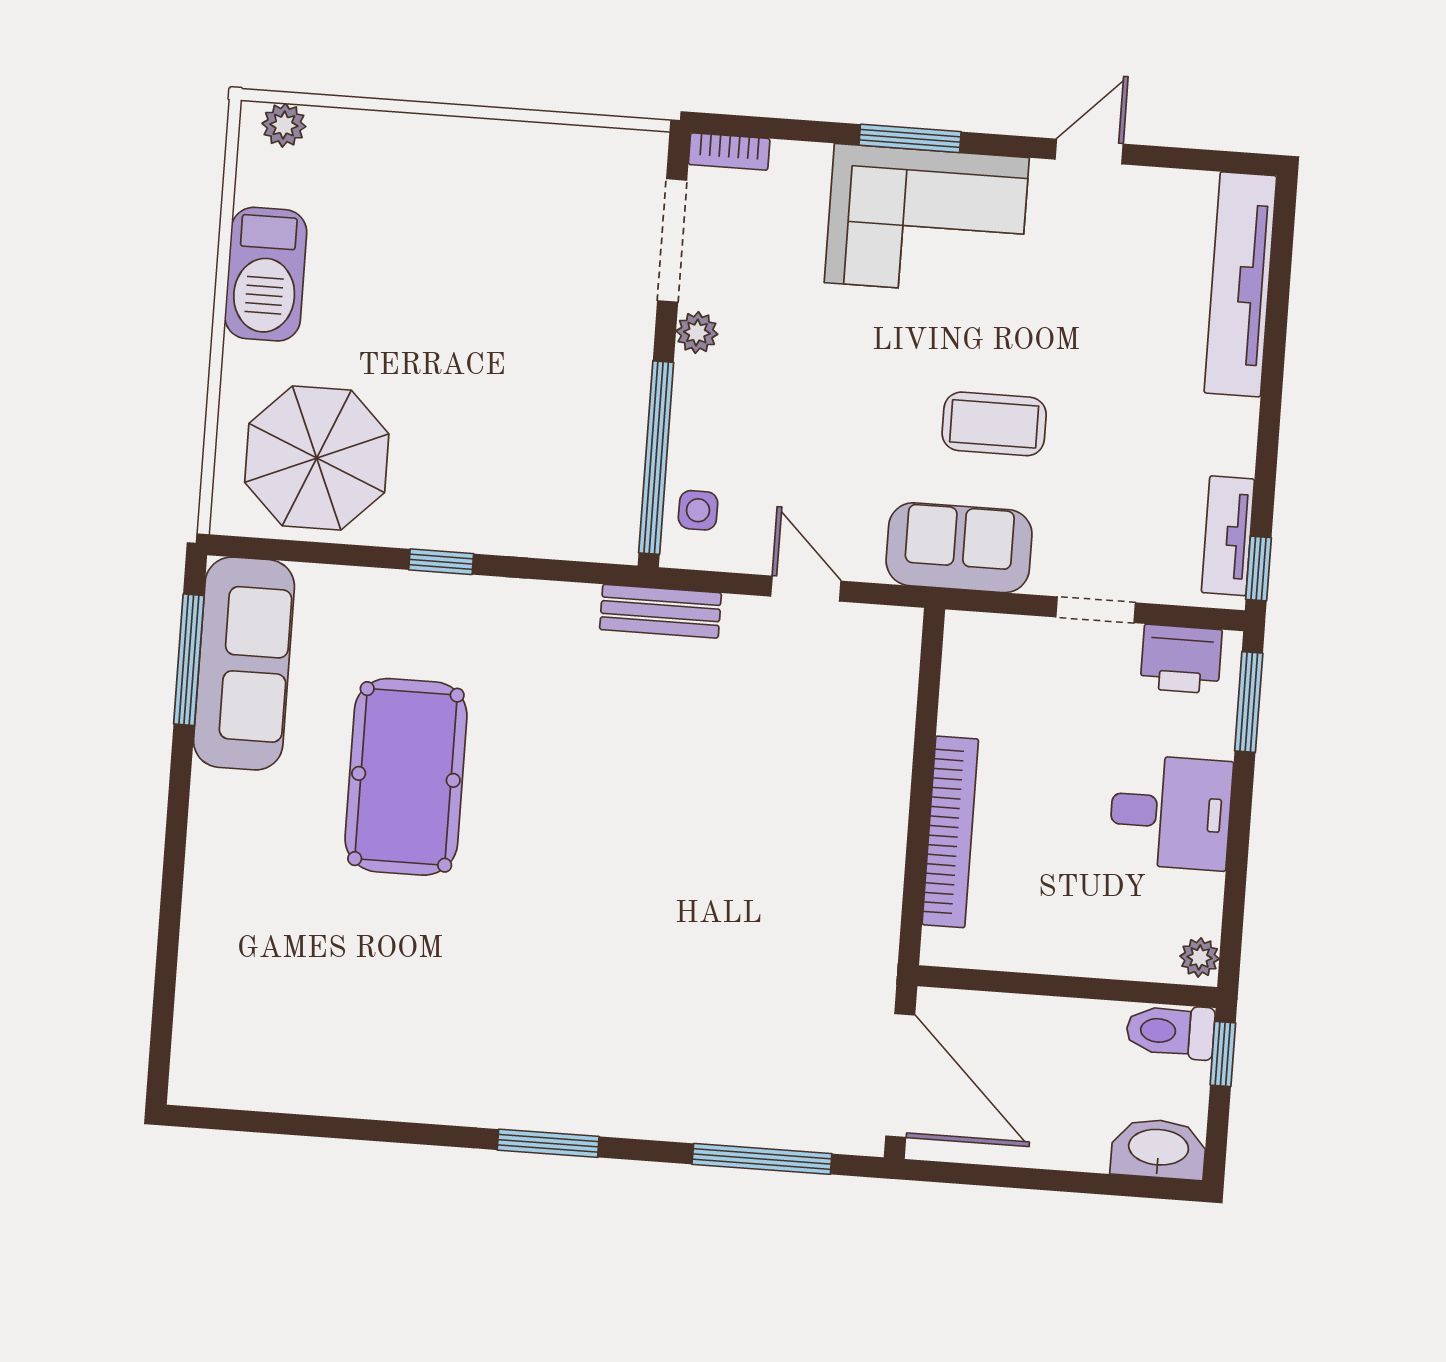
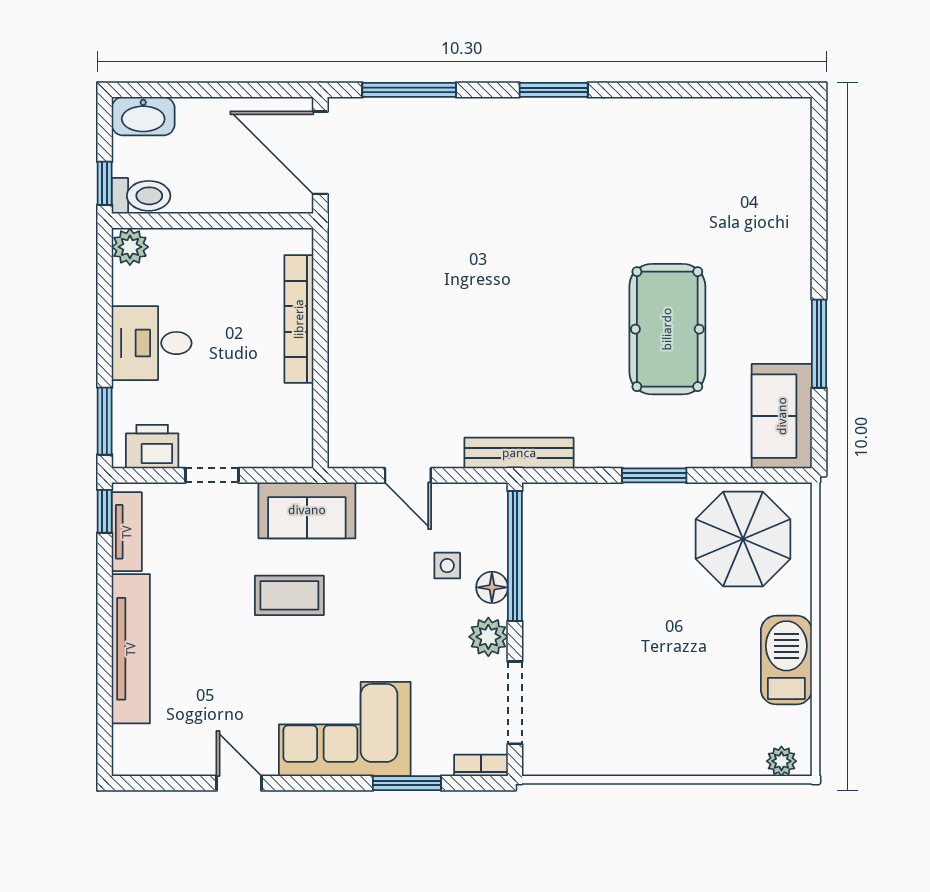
window: (910, 138) -> (407, 783), moved
door: (1089, 152) -> (239, 783), swing flipped
tv unit: (1240, 284) -> (131, 649), moved
plant: (697, 333) -> (488, 637), width x1.38, depth x1.38
floor lamp: (693, 414) -> (492, 587), added
side table: (698, 510) -> (447, 566), moved
window: (441, 562) -> (654, 475), width x1.50
bench: (661, 611) -> (519, 453), width x1.36
window: (189, 660) -> (819, 344), moved
sofa: (244, 664) -> (782, 416), width x0.73
plant: (1200, 957) -> (130, 247), width x1.38, depth x1.38

